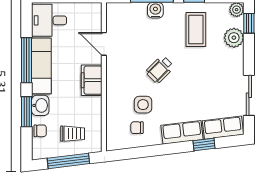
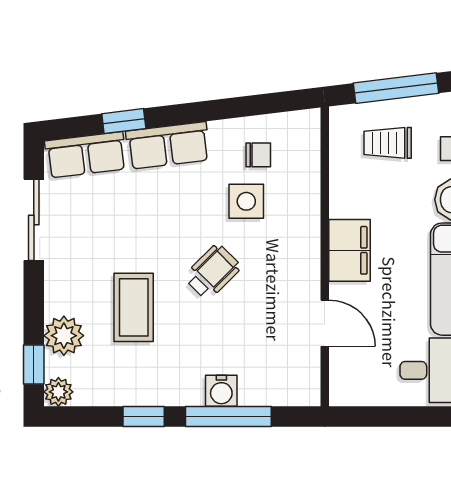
coffee table: (196, 30) -> (134, 307), moved

